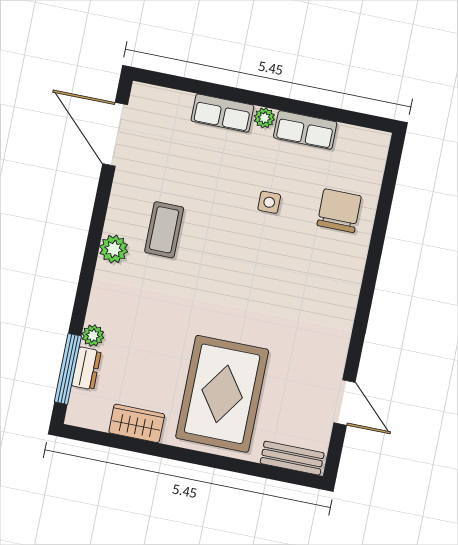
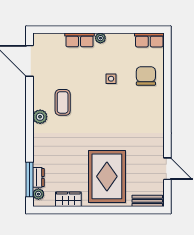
row of seats: (305, 130) -> (149, 40), moved
plant: (93, 336) -> (38, 194), moved

